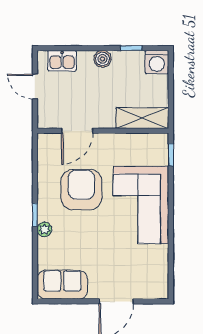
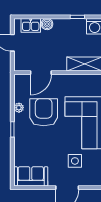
boiler: (103, 59) -> (47, 24), moved
plant: (44, 229) -> (19, 108), moved
side table: (128, 262) -> (75, 161), added

